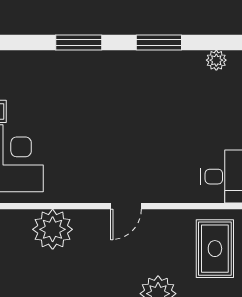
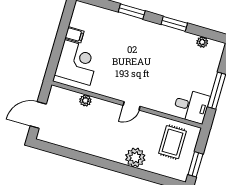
plant: (53, 229) -> (85, 101), width x0.53, depth x0.53

